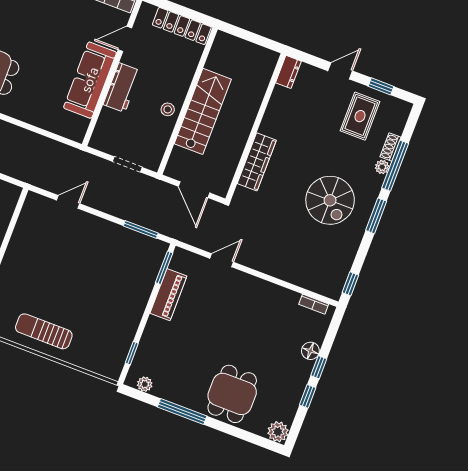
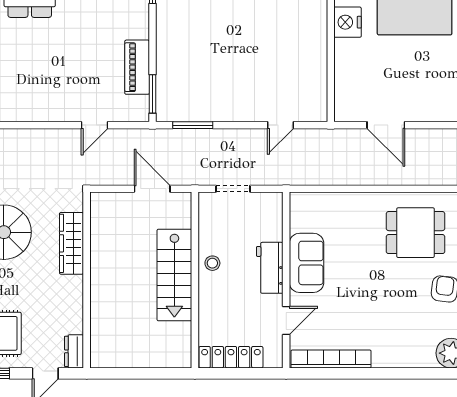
dresser: (288, 72) -> (74, 351), moved
sofa: (90, 80) -> (306, 263), width x0.73
wall: (256, 127) -> (87, 280), moved
wardrobe: (257, 162) -> (72, 243), moved

